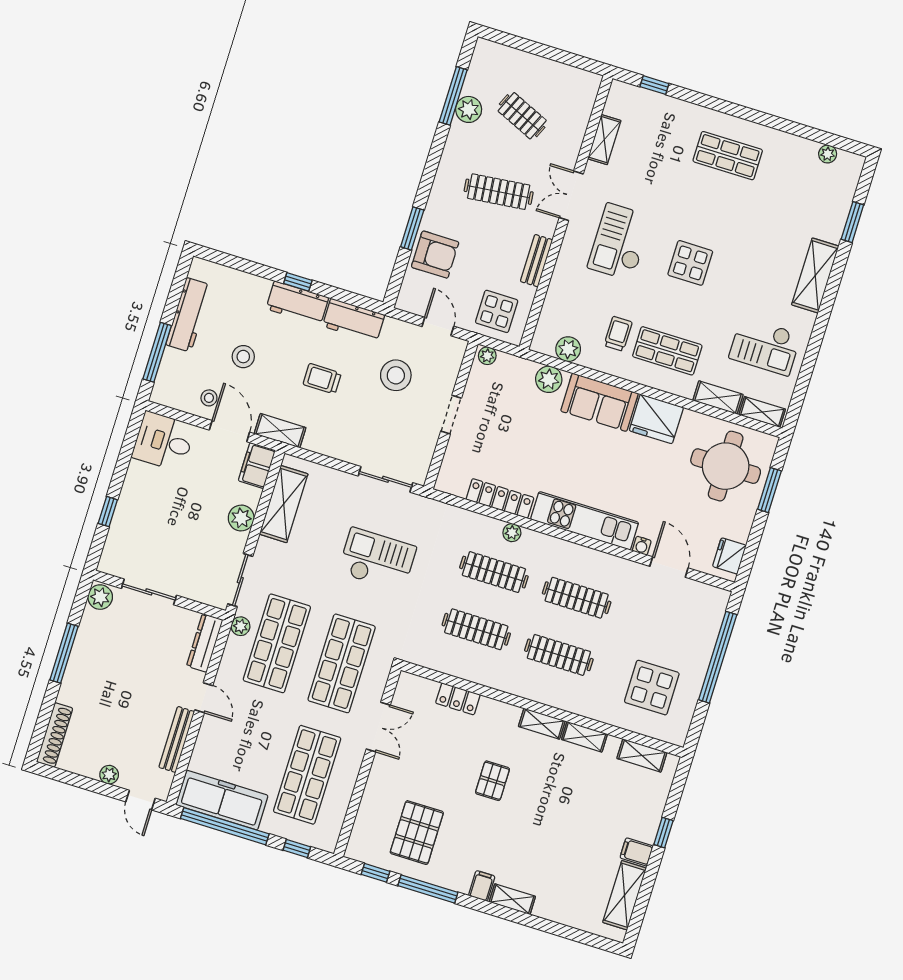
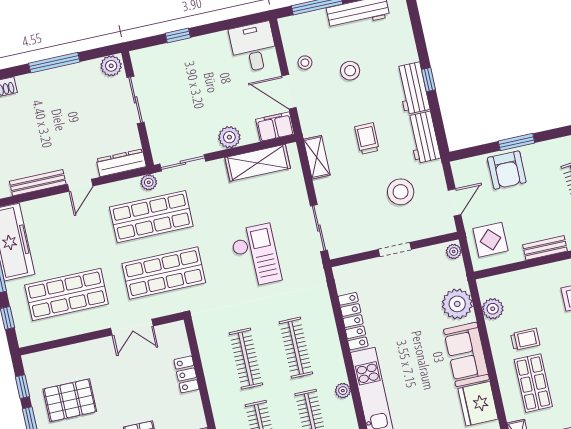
plant: (549, 379) -> (457, 304), width x1.36, depth x1.36
door: (229, 431) -> (289, 92), swing flipped
shelving: (280, 431) -> (317, 157), moved
plant: (512, 533) -> (343, 391), moved

